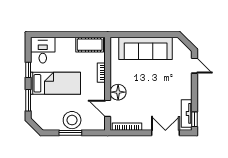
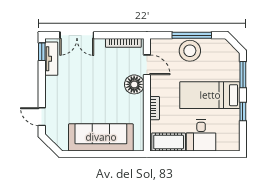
desk: (43, 50) -> (201, 135), moved
window: (70, 133) -> (192, 35), width x1.44

